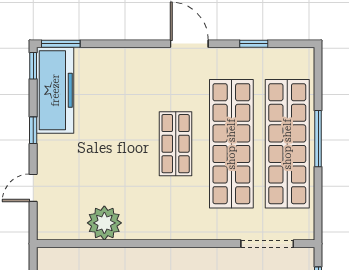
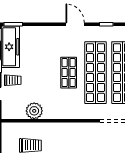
trolley: (60, 160) -> (13, 80), added

